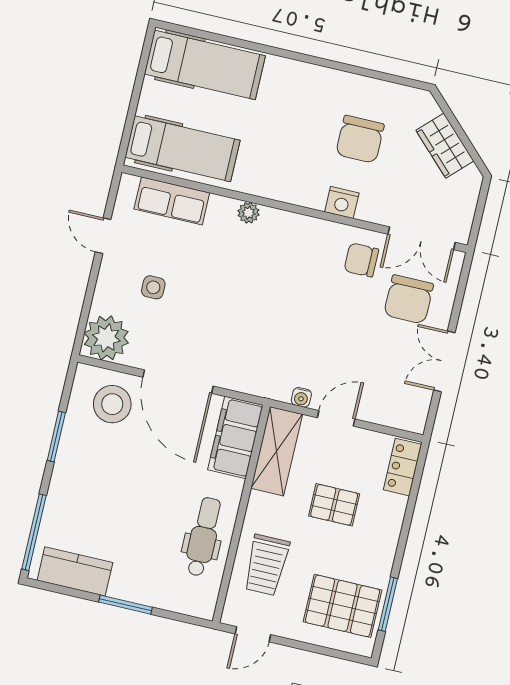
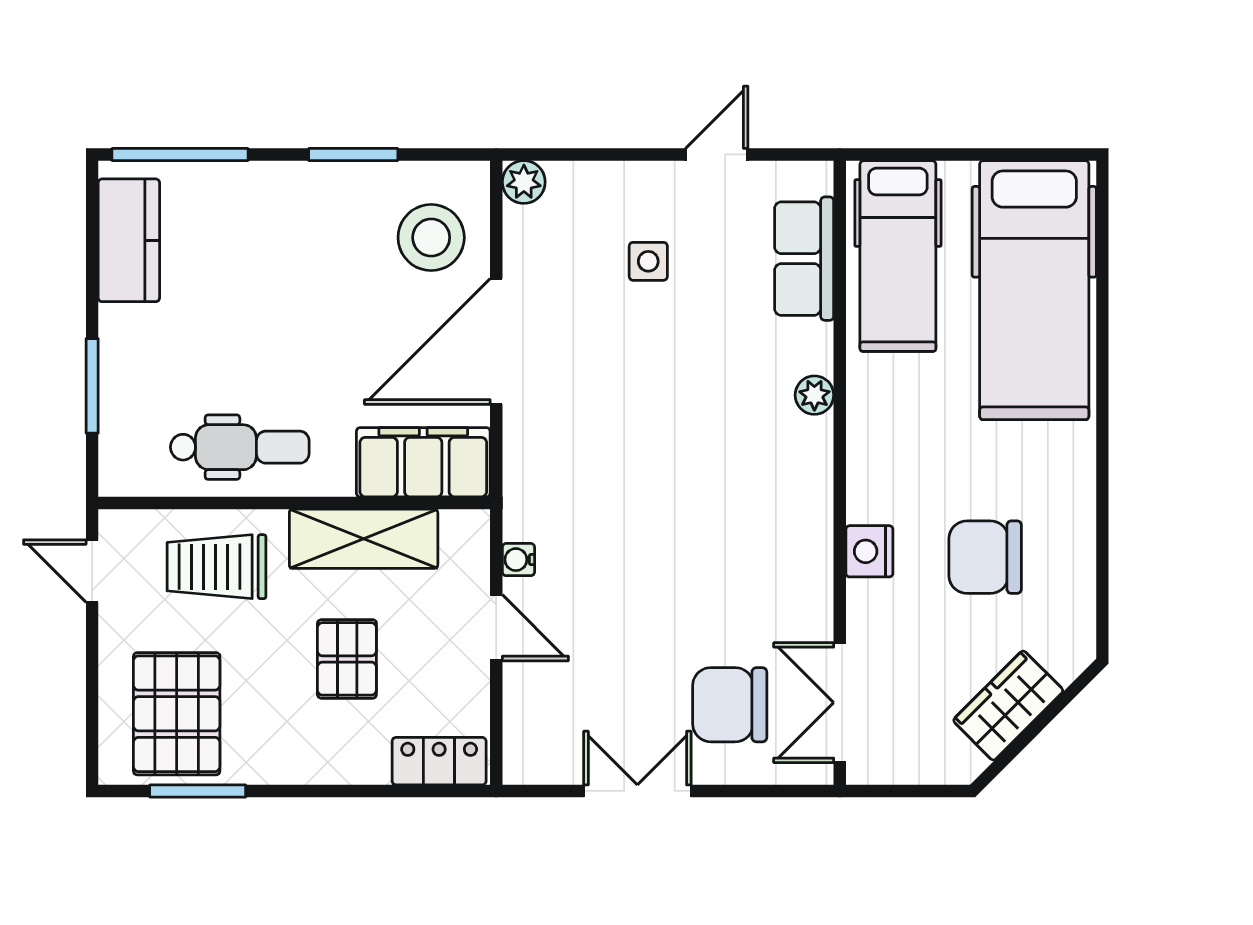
hospital bed: (205, 65) -> (1034, 290), width x1.37, depth x1.29
chair: (361, 260) -> (778, 608), removed
plant: (106, 338) -> (524, 182), width x0.53, depth x0.53
shelving: (277, 451) -> (364, 539), moved
window: (126, 605) -> (92, 386), moved

